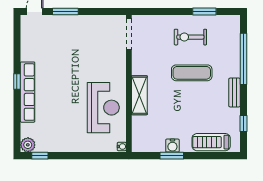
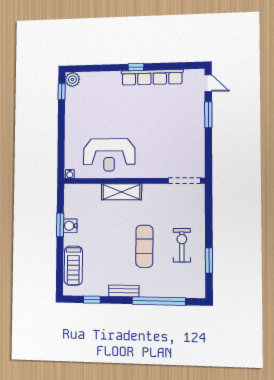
row of seats: (28, 92) -> (152, 77), moved
treadmill: (211, 142) -> (73, 266), turned 180

